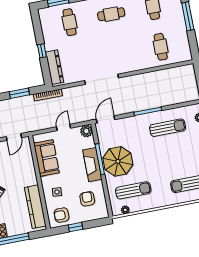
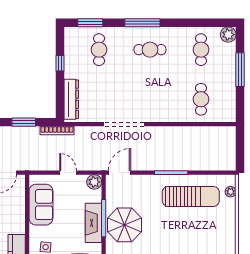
window: (42, 51) -> (60, 63), moved
door: (64, 127) -> (68, 173), hinge flipped
sun lounger: (168, 128) -> (191, 196), width x1.36, depth x1.34

